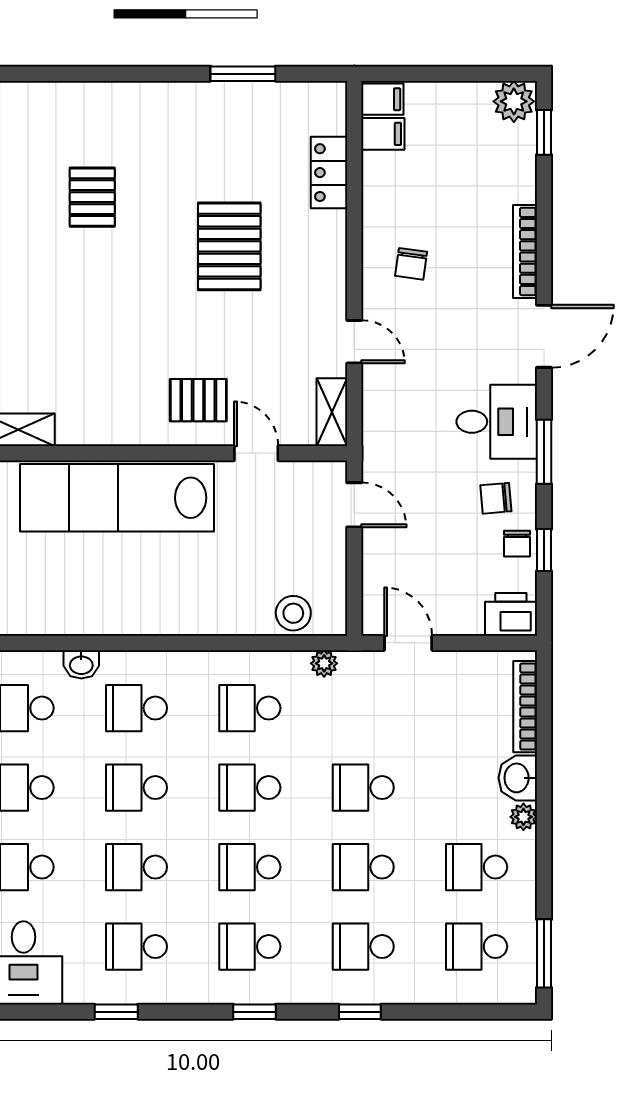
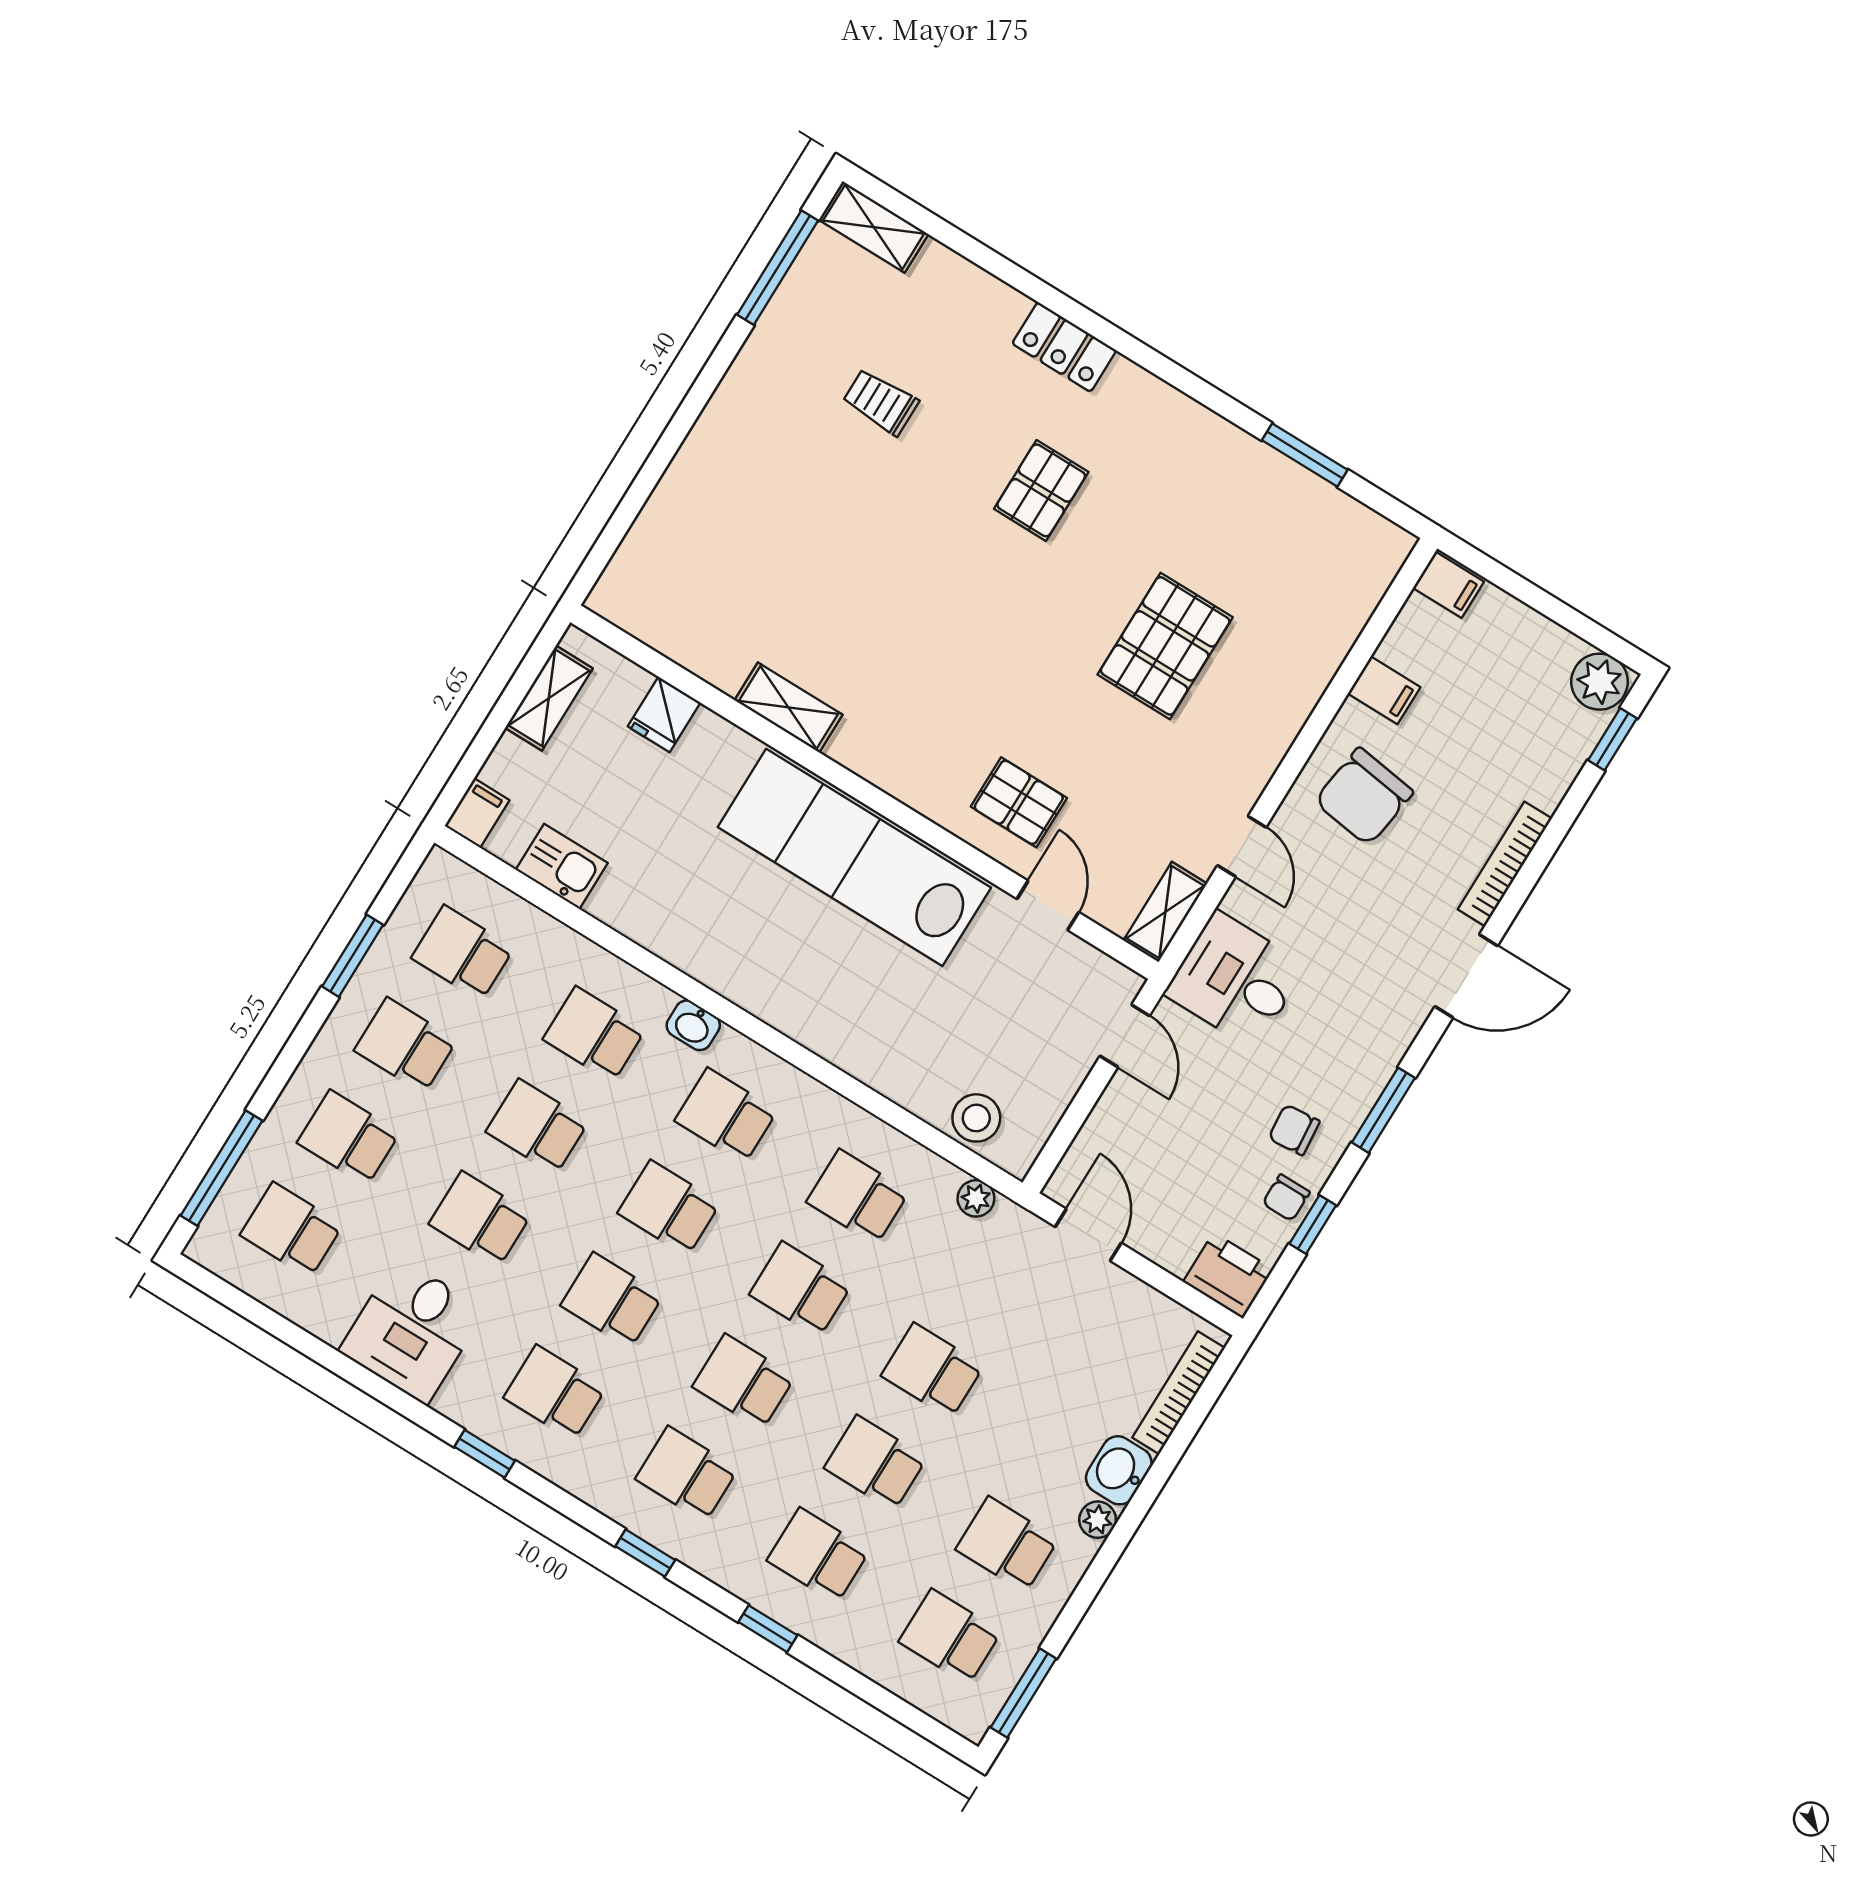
filing cabinet: (383, 134) -> (1384, 690), moved
locker: (329, 173) -> (1064, 347), moved, turned -90
chair: (411, 264) -> (1364, 797), width x1.87, depth x1.87
desk: (497, 422) -> (1235, 980), moved, turned 180

